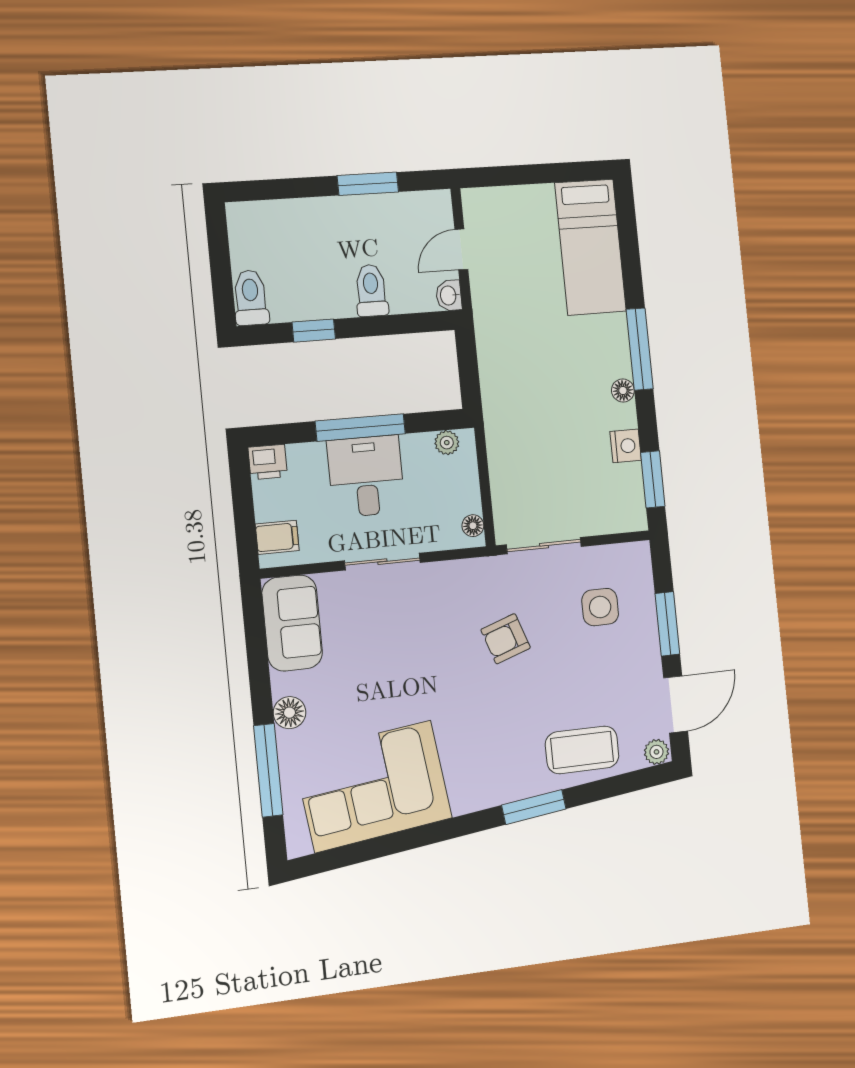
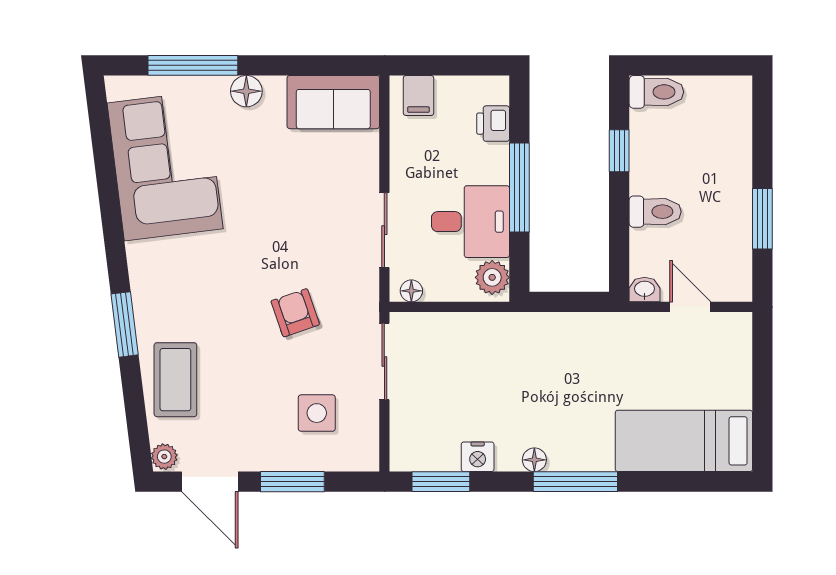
plant: (447, 443) -> (492, 277), width x1.38, depth x1.38
printer: (268, 462) -> (493, 124), moved
desk: (366, 476) -> (470, 222), moved
sliding door: (382, 562) -> (384, 230), moved

